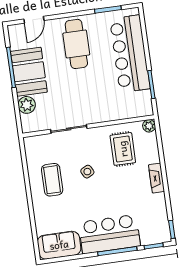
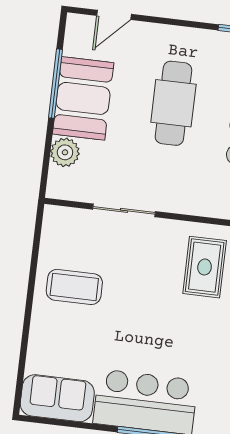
cafe table: (76, 44) -> (173, 103), moved
side table: (87, 172) -> (136, 289), removed
coffee table: (52, 180) -> (74, 287), turned 90

